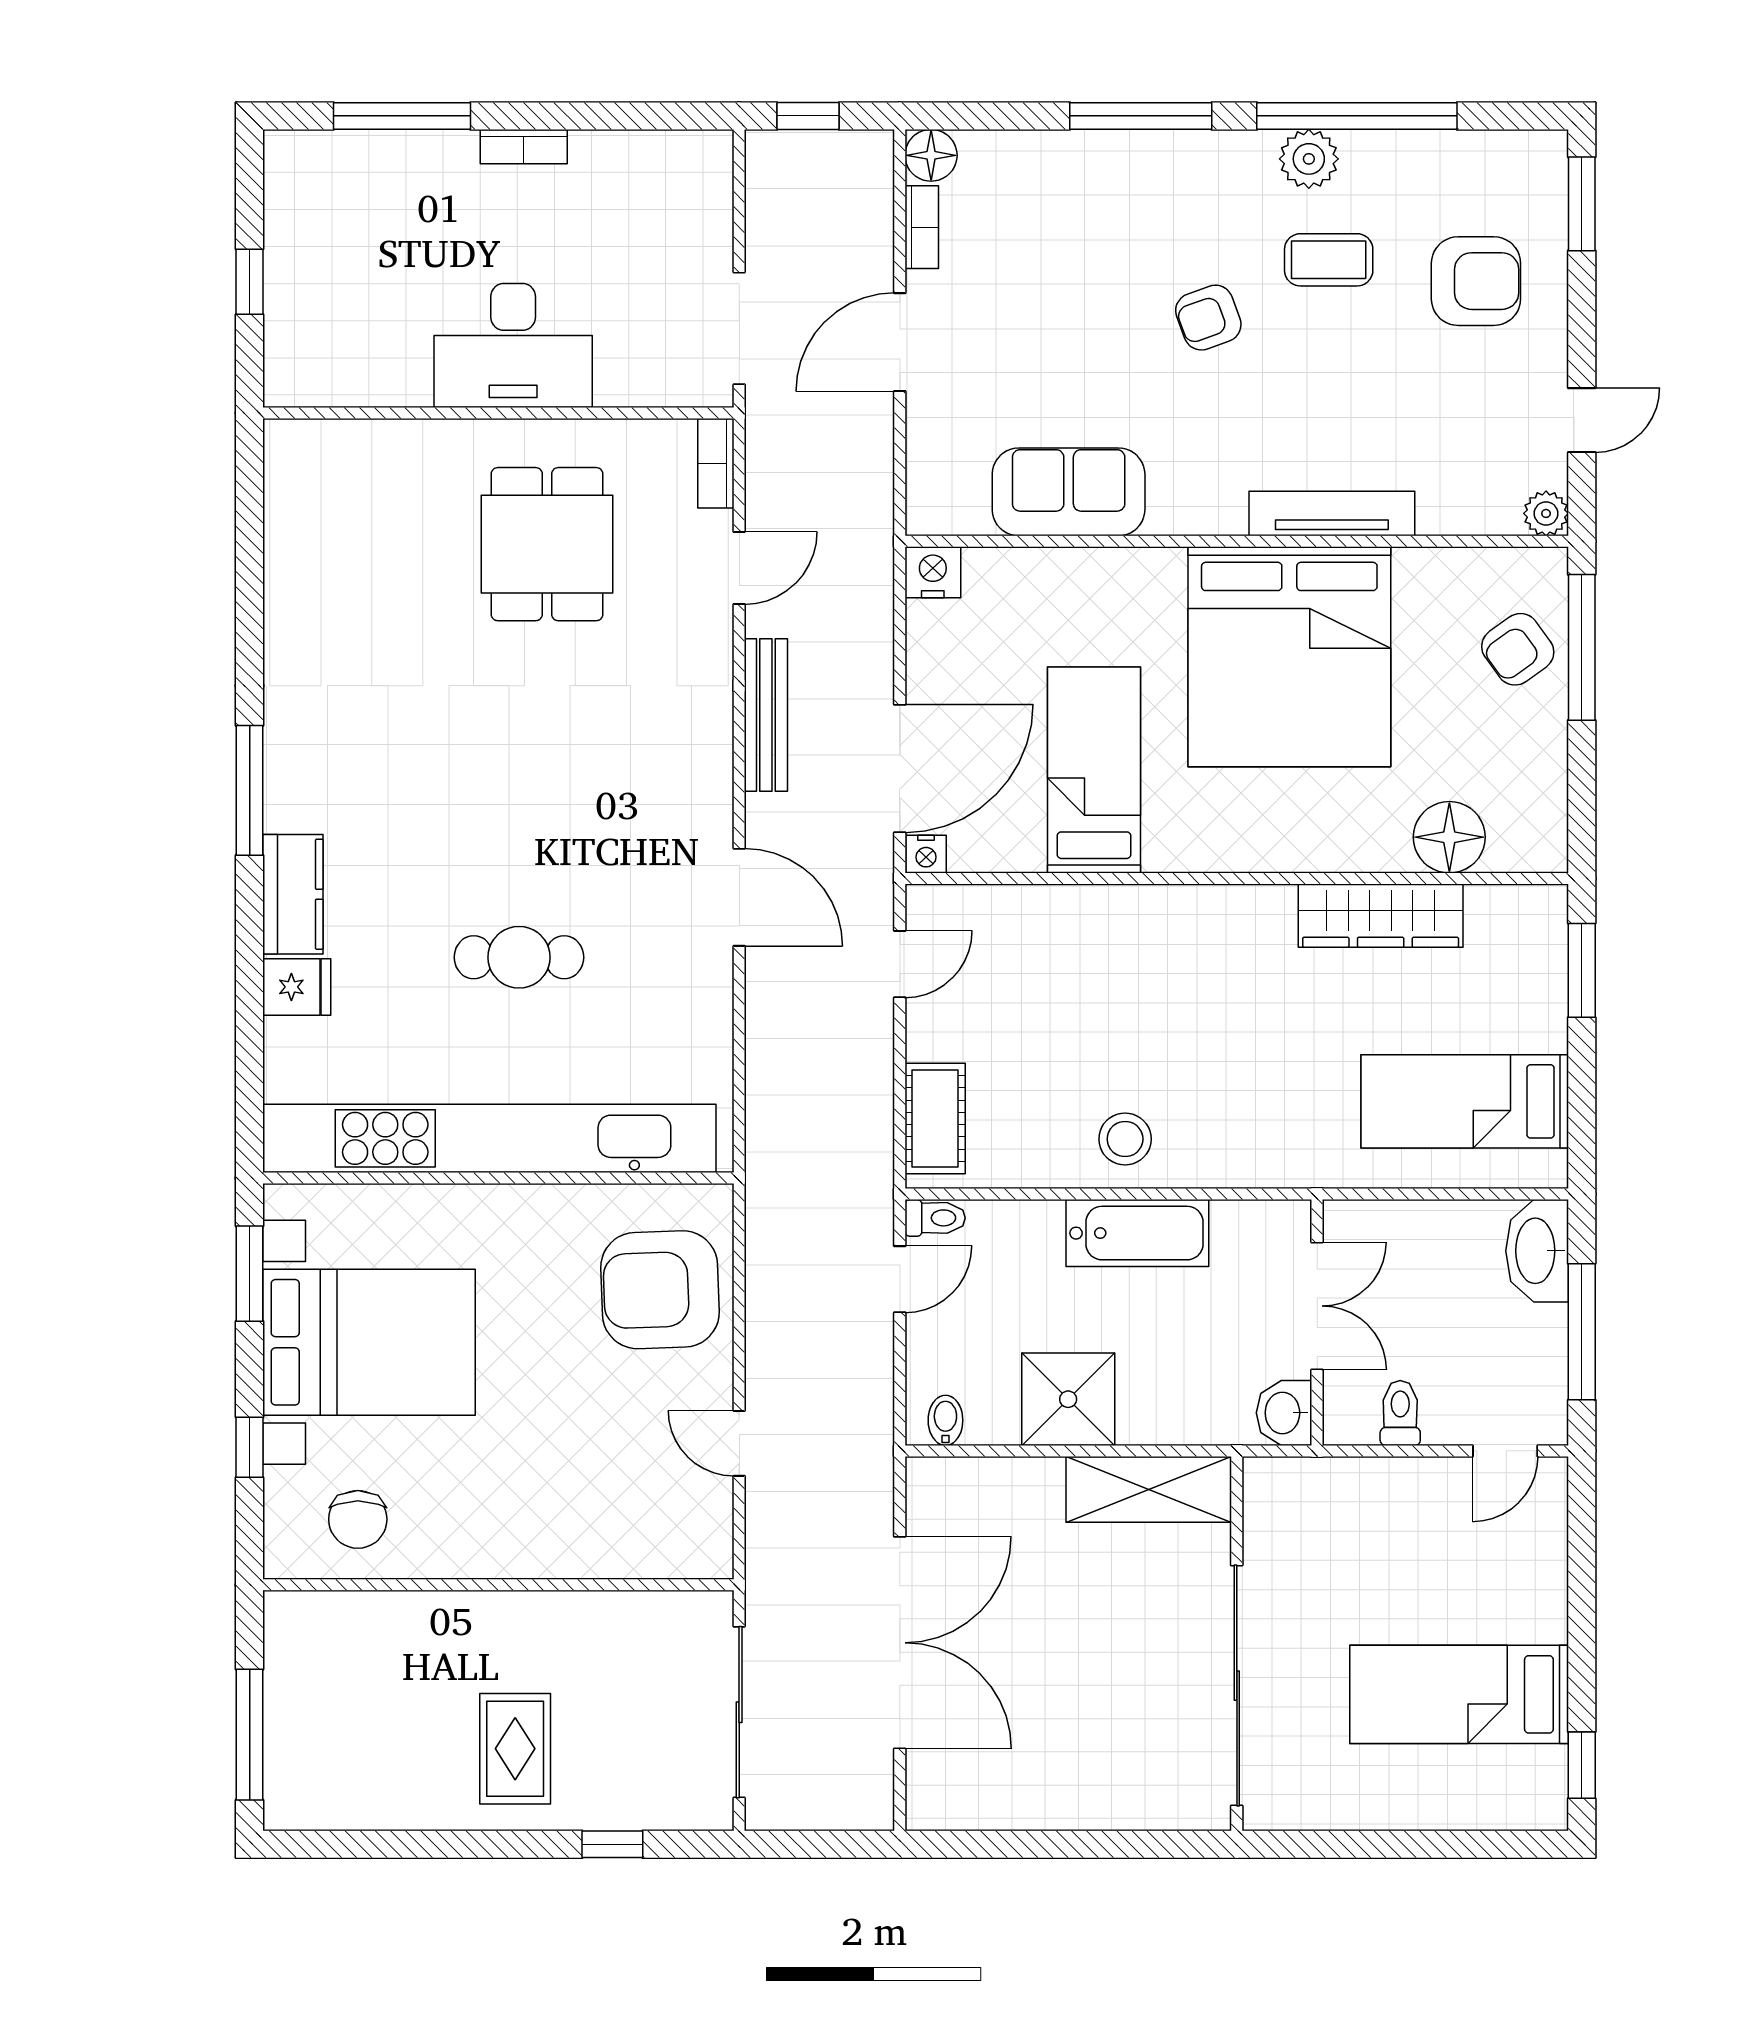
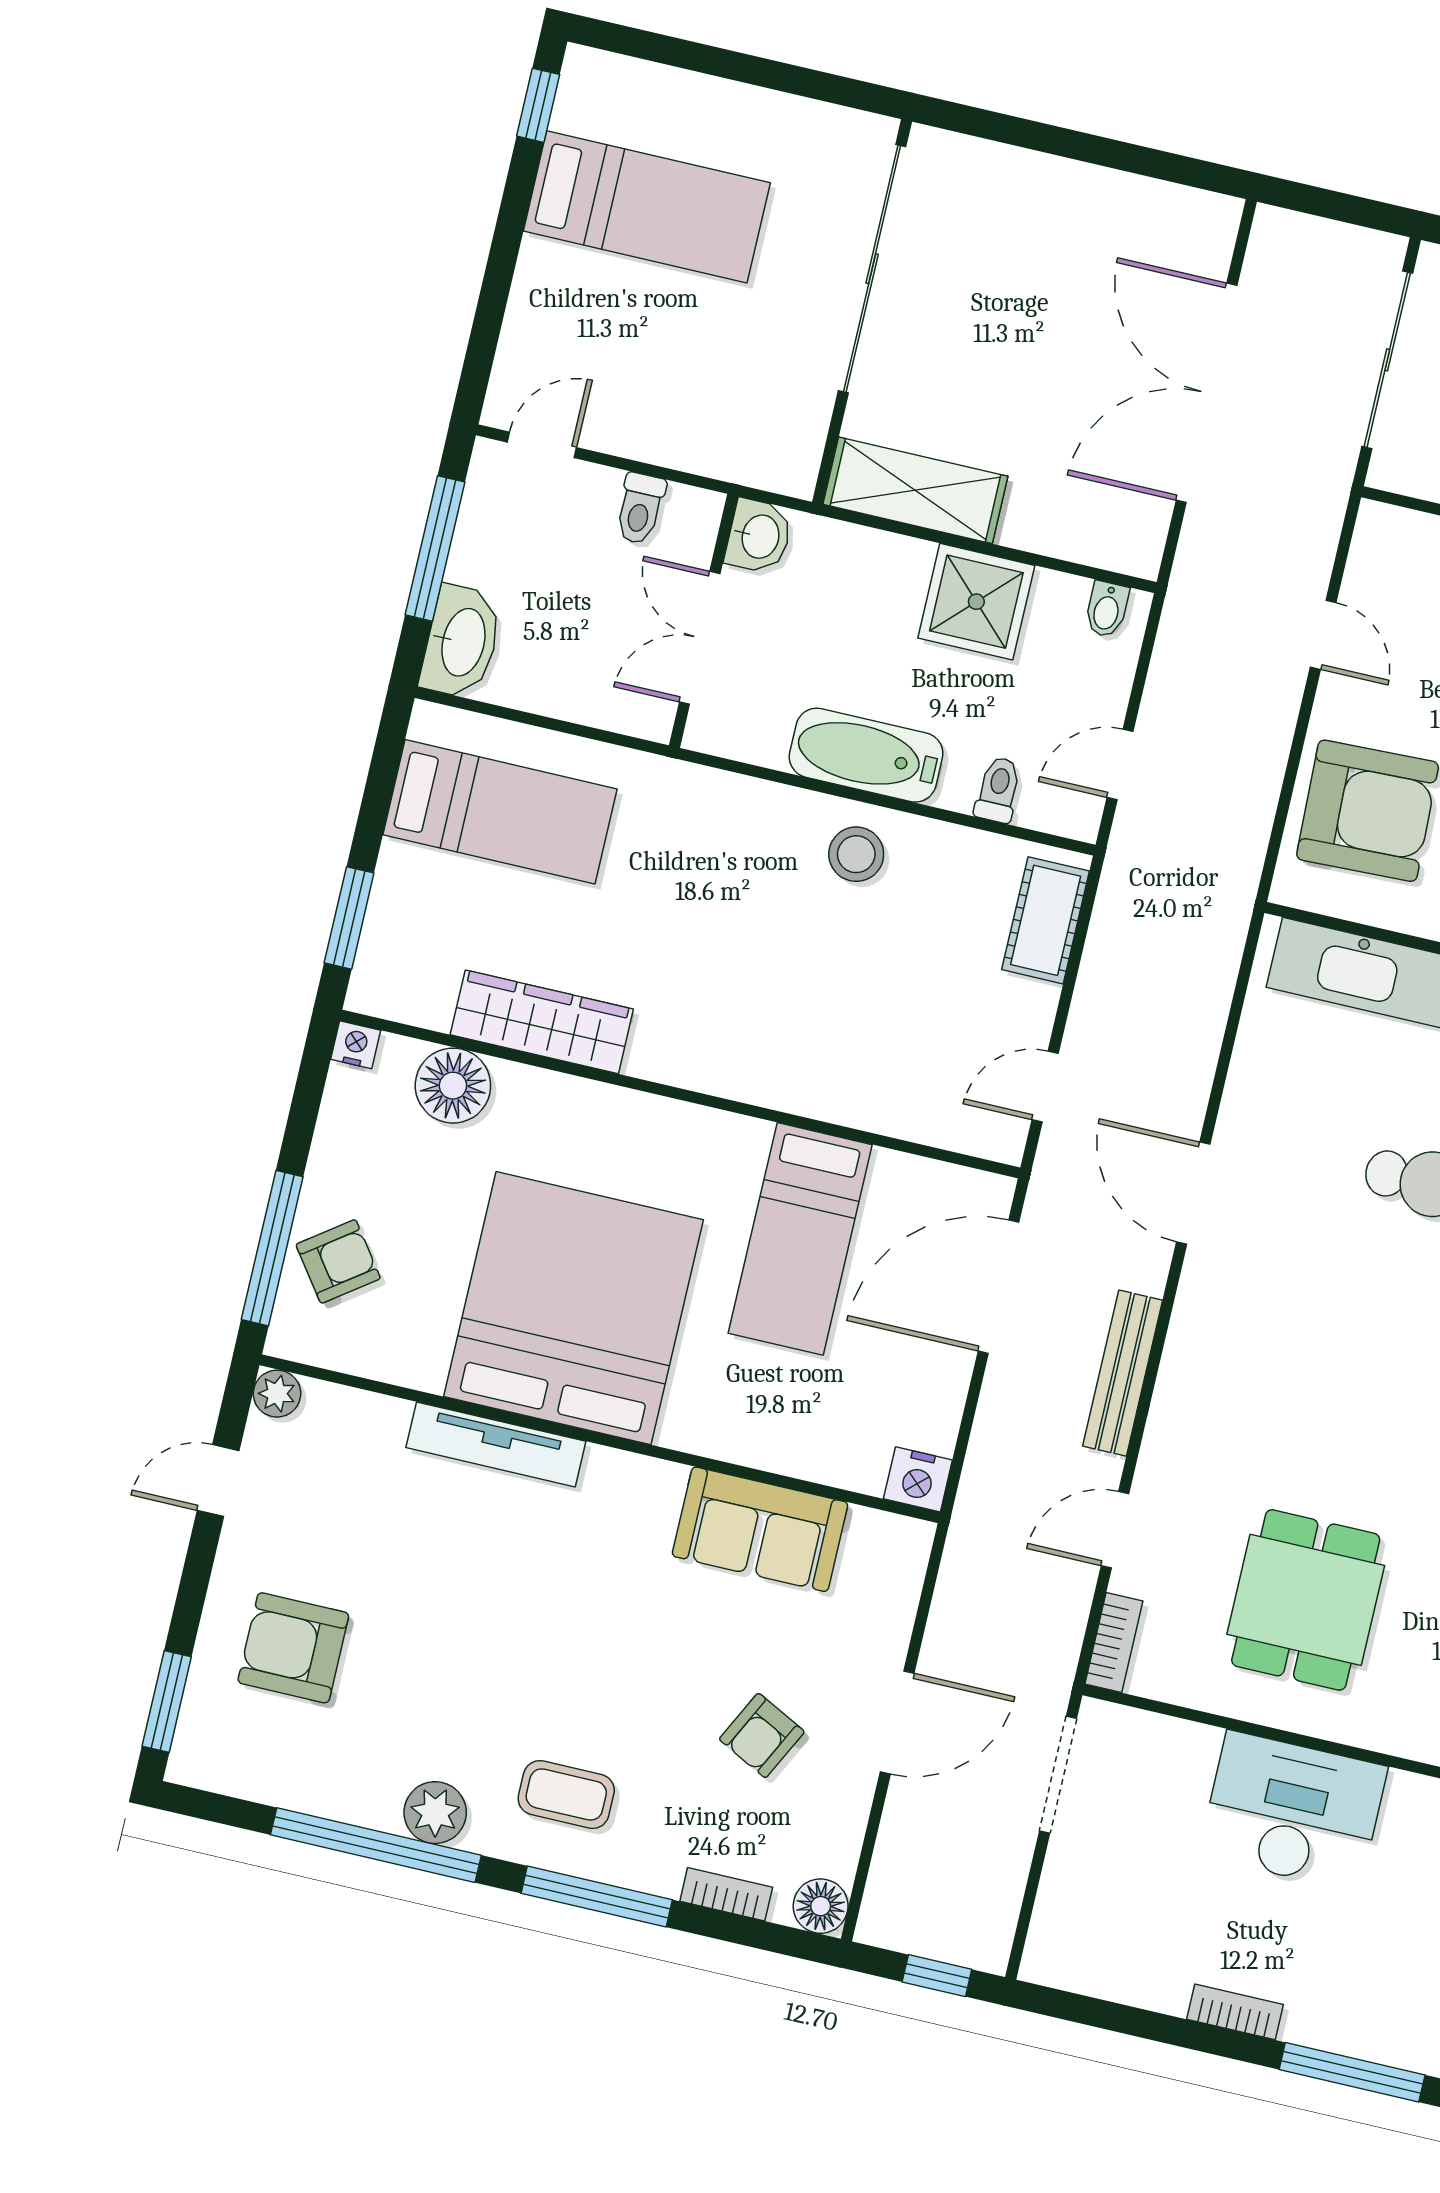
bookcase: (922, 227) -> (726, 1894), moved, turned 90
coffee table: (1329, 260) -> (566, 1795), moved
armchair: (1208, 318) -> (762, 1735), moved, turned 137
nightstand: (926, 854) -> (356, 1045), moved
toilet: (935, 1218) -> (998, 790), moved, turned 90

